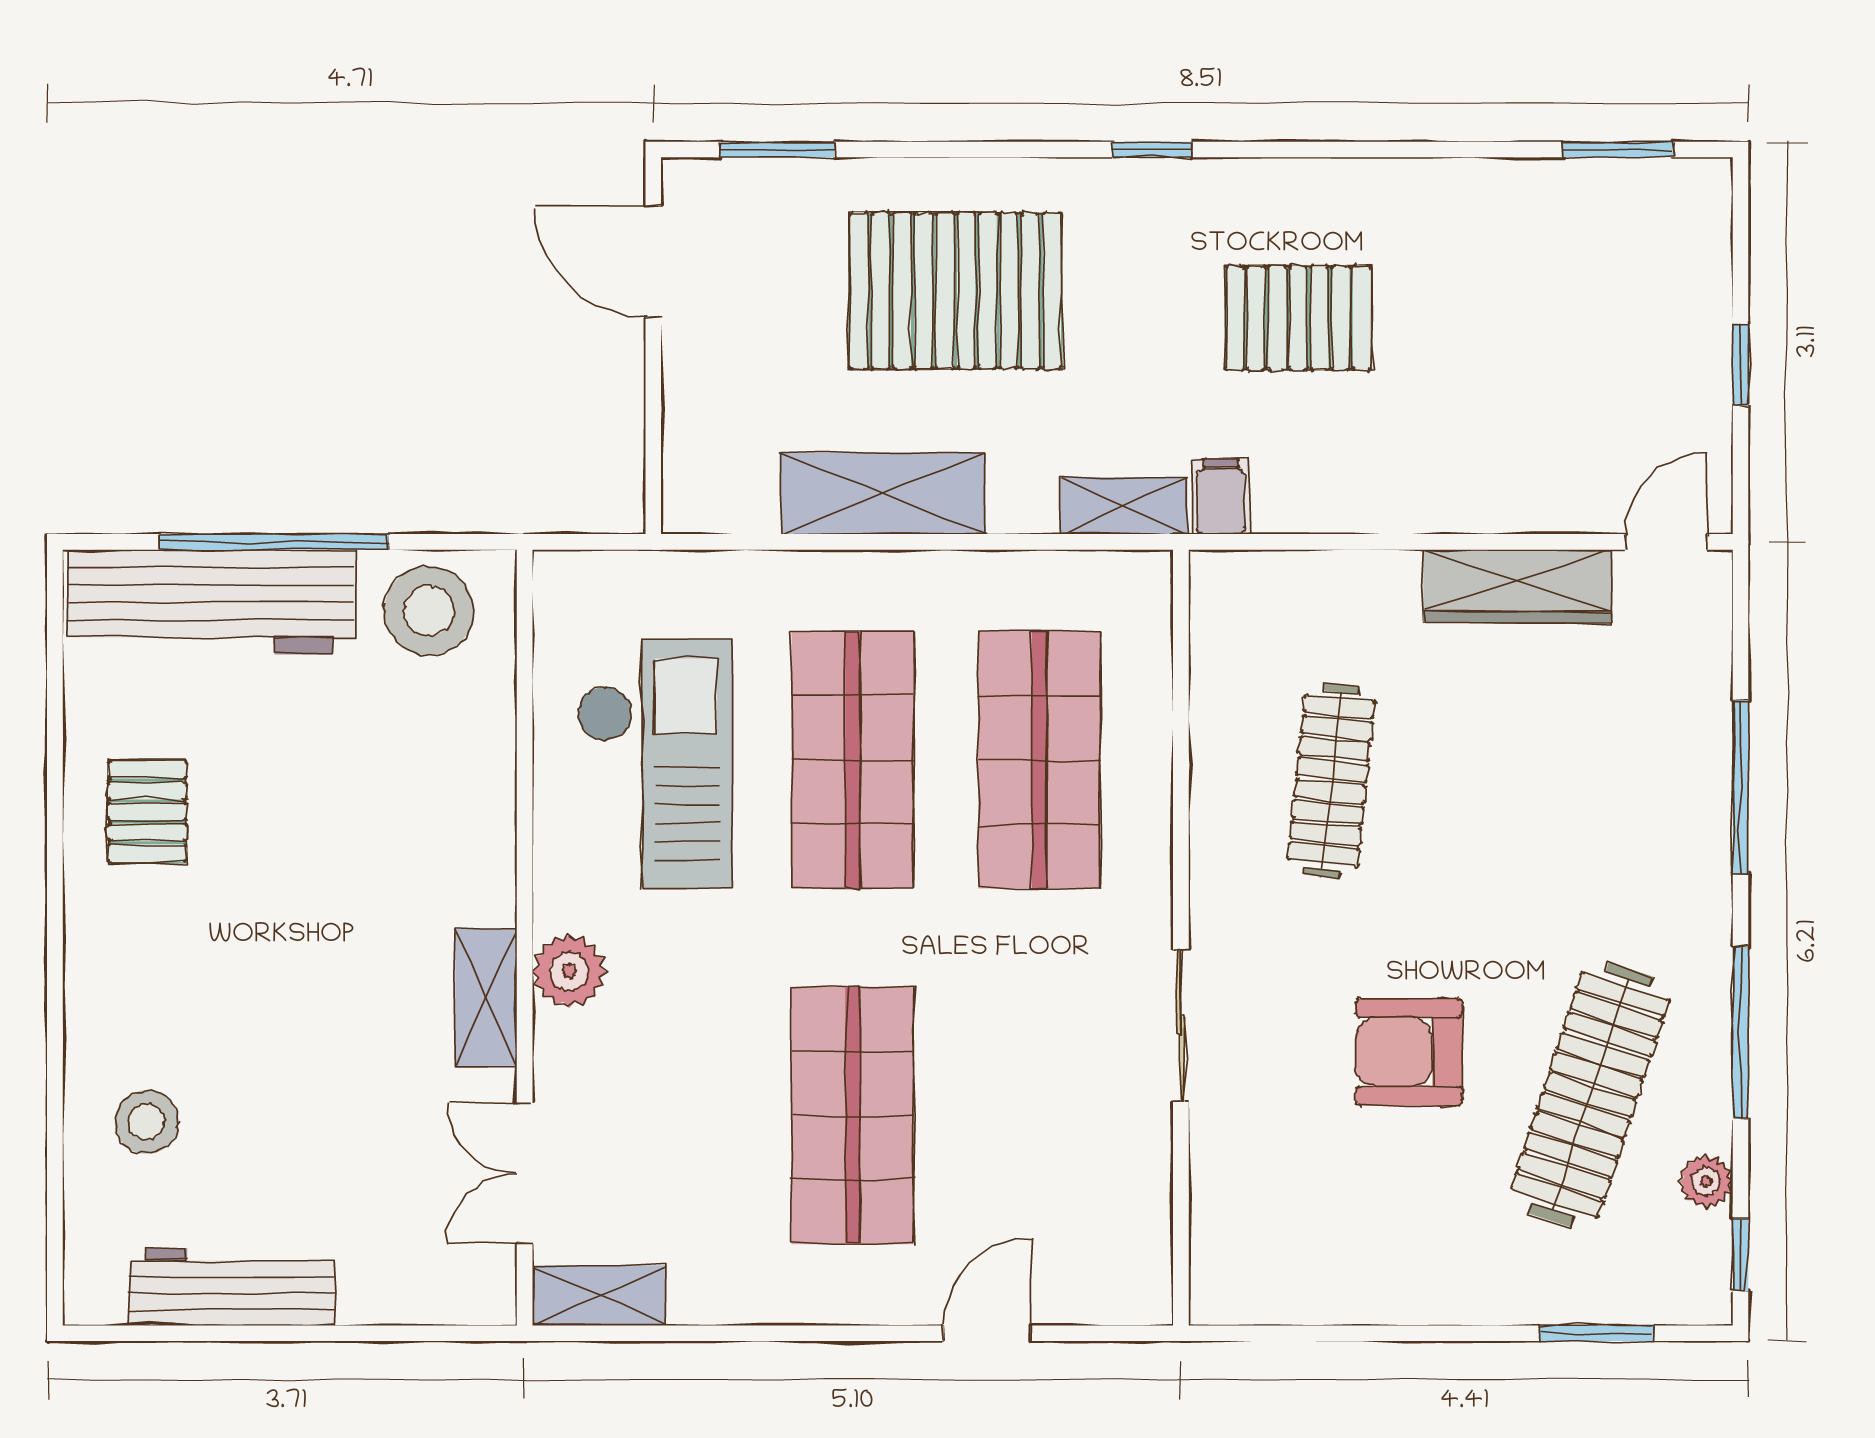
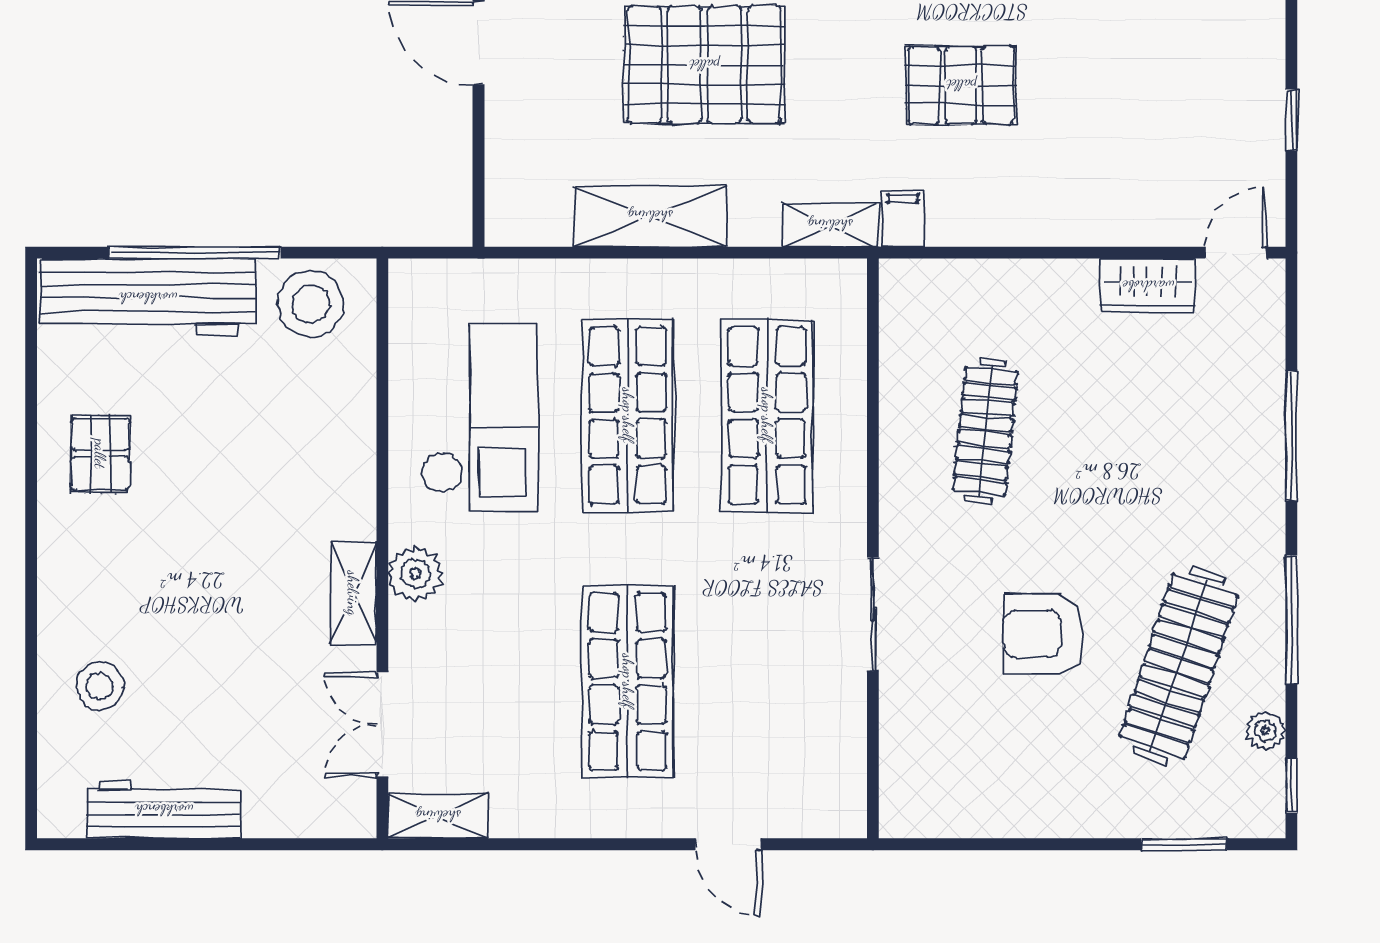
wardrobe: (1517, 586) -> (1148, 286), width x0.67
door: (987, 1333) -> (728, 844), swing flipped

